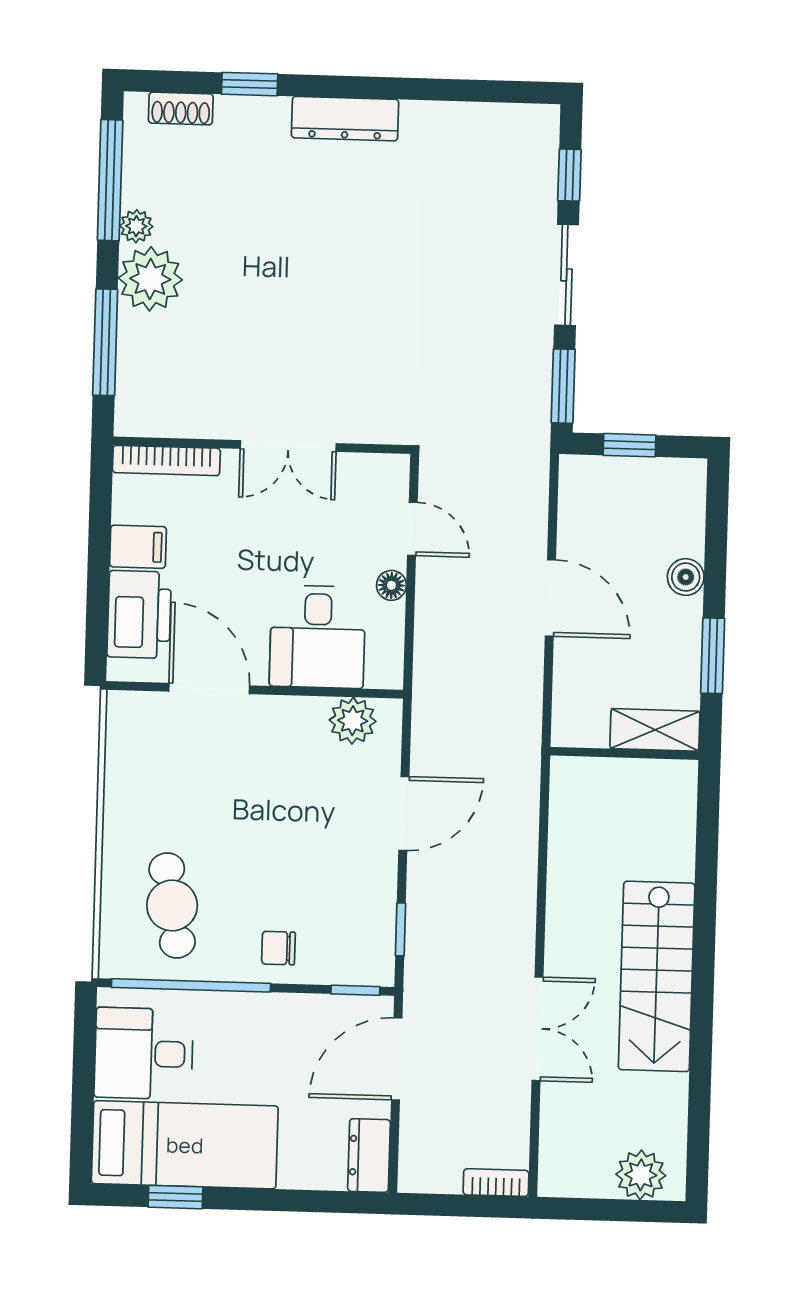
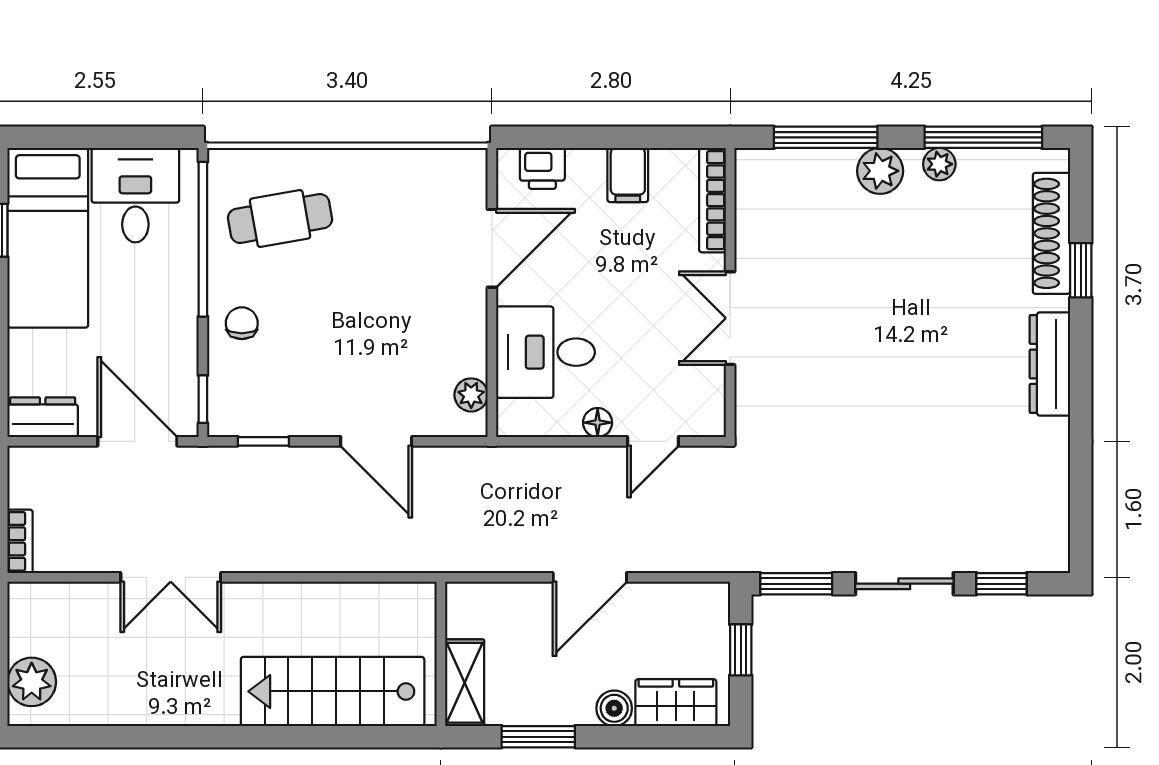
shoe rack: (181, 108) -> (1051, 233), width x1.94, depth x1.24
plant: (150, 279) -> (880, 171), width x0.73, depth x0.73
wardrobe: (682, 513) -> (676, 703), added
printer: (139, 614) -> (542, 168), width x0.53, depth x0.68
plant: (353, 721) -> (471, 395), width x0.73, depth x0.73
stairs: (657, 976) -> (333, 691), moved

